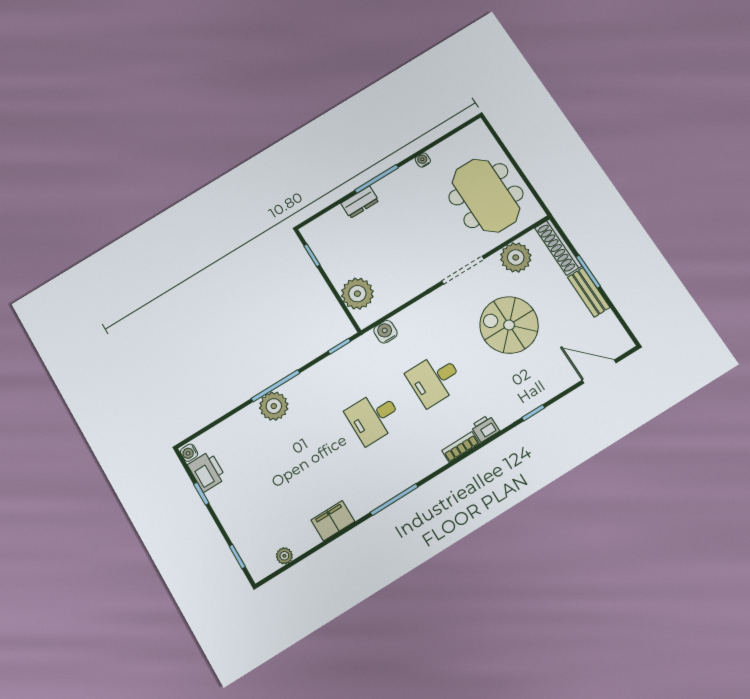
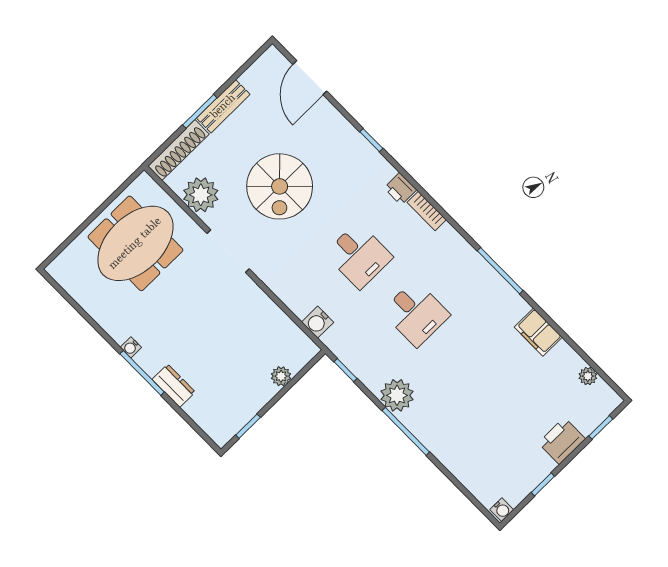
water cooler: (423, 160) -> (131, 347), moved
plant: (357, 294) -> (281, 376), width x0.53, depth x0.53
plant: (274, 406) -> (397, 395), moved
printer: (207, 471) -> (562, 441), moved

